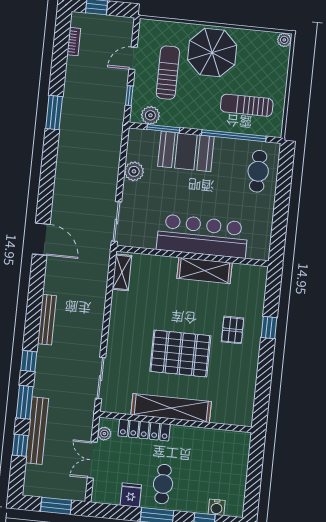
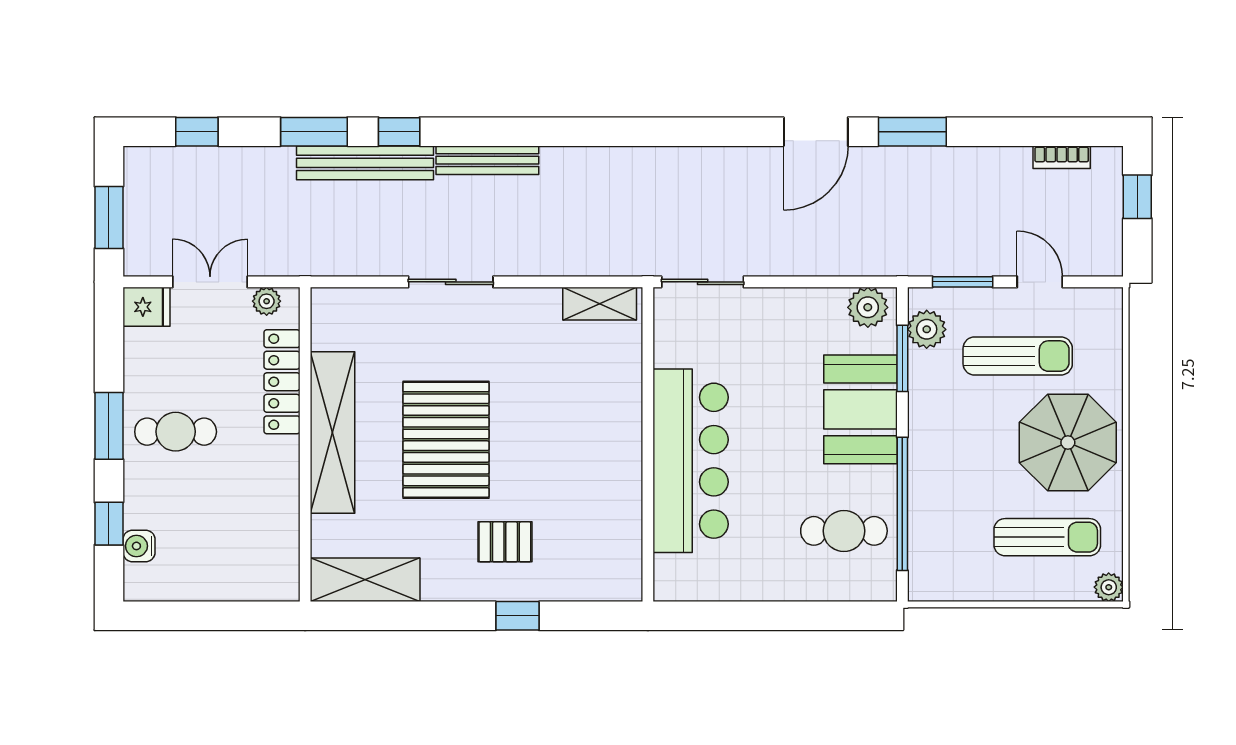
window: (129, 96) -> (963, 282), width x1.50
sun lounger: (247, 105) -> (1047, 537), moved, turned 90
plant: (134, 171) -> (868, 307), moved
cafe table: (258, 171) -> (844, 531), moved
door: (41, 239) -> (816, 132), moved
shelving: (205, 271) -> (365, 580), moved, turned 90
sliding door: (101, 378) -> (451, 282), moved
bench: (37, 431) -> (365, 163), moved
window: (20, 445) -> (197, 132), moved
fridge: (131, 495) -> (147, 307), moved

